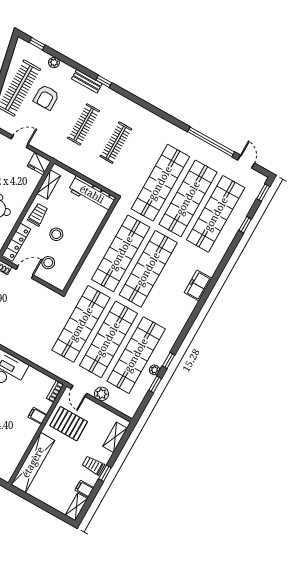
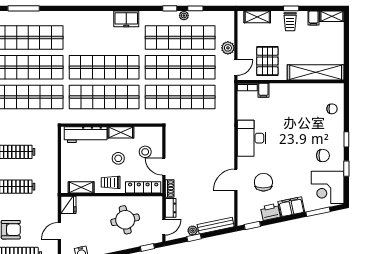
door: (20, 142) -> (59, 231), hinge flipped
workbench: (92, 194) -> (86, 135), moved, turned 90
window: (245, 225) -> (24, 8), width x2.17
shelving: (79, 250) -> (121, 132), added
freezer: (198, 285) -> (126, 19), moved
filing cabinet: (37, 416) -> (263, 90), moved

